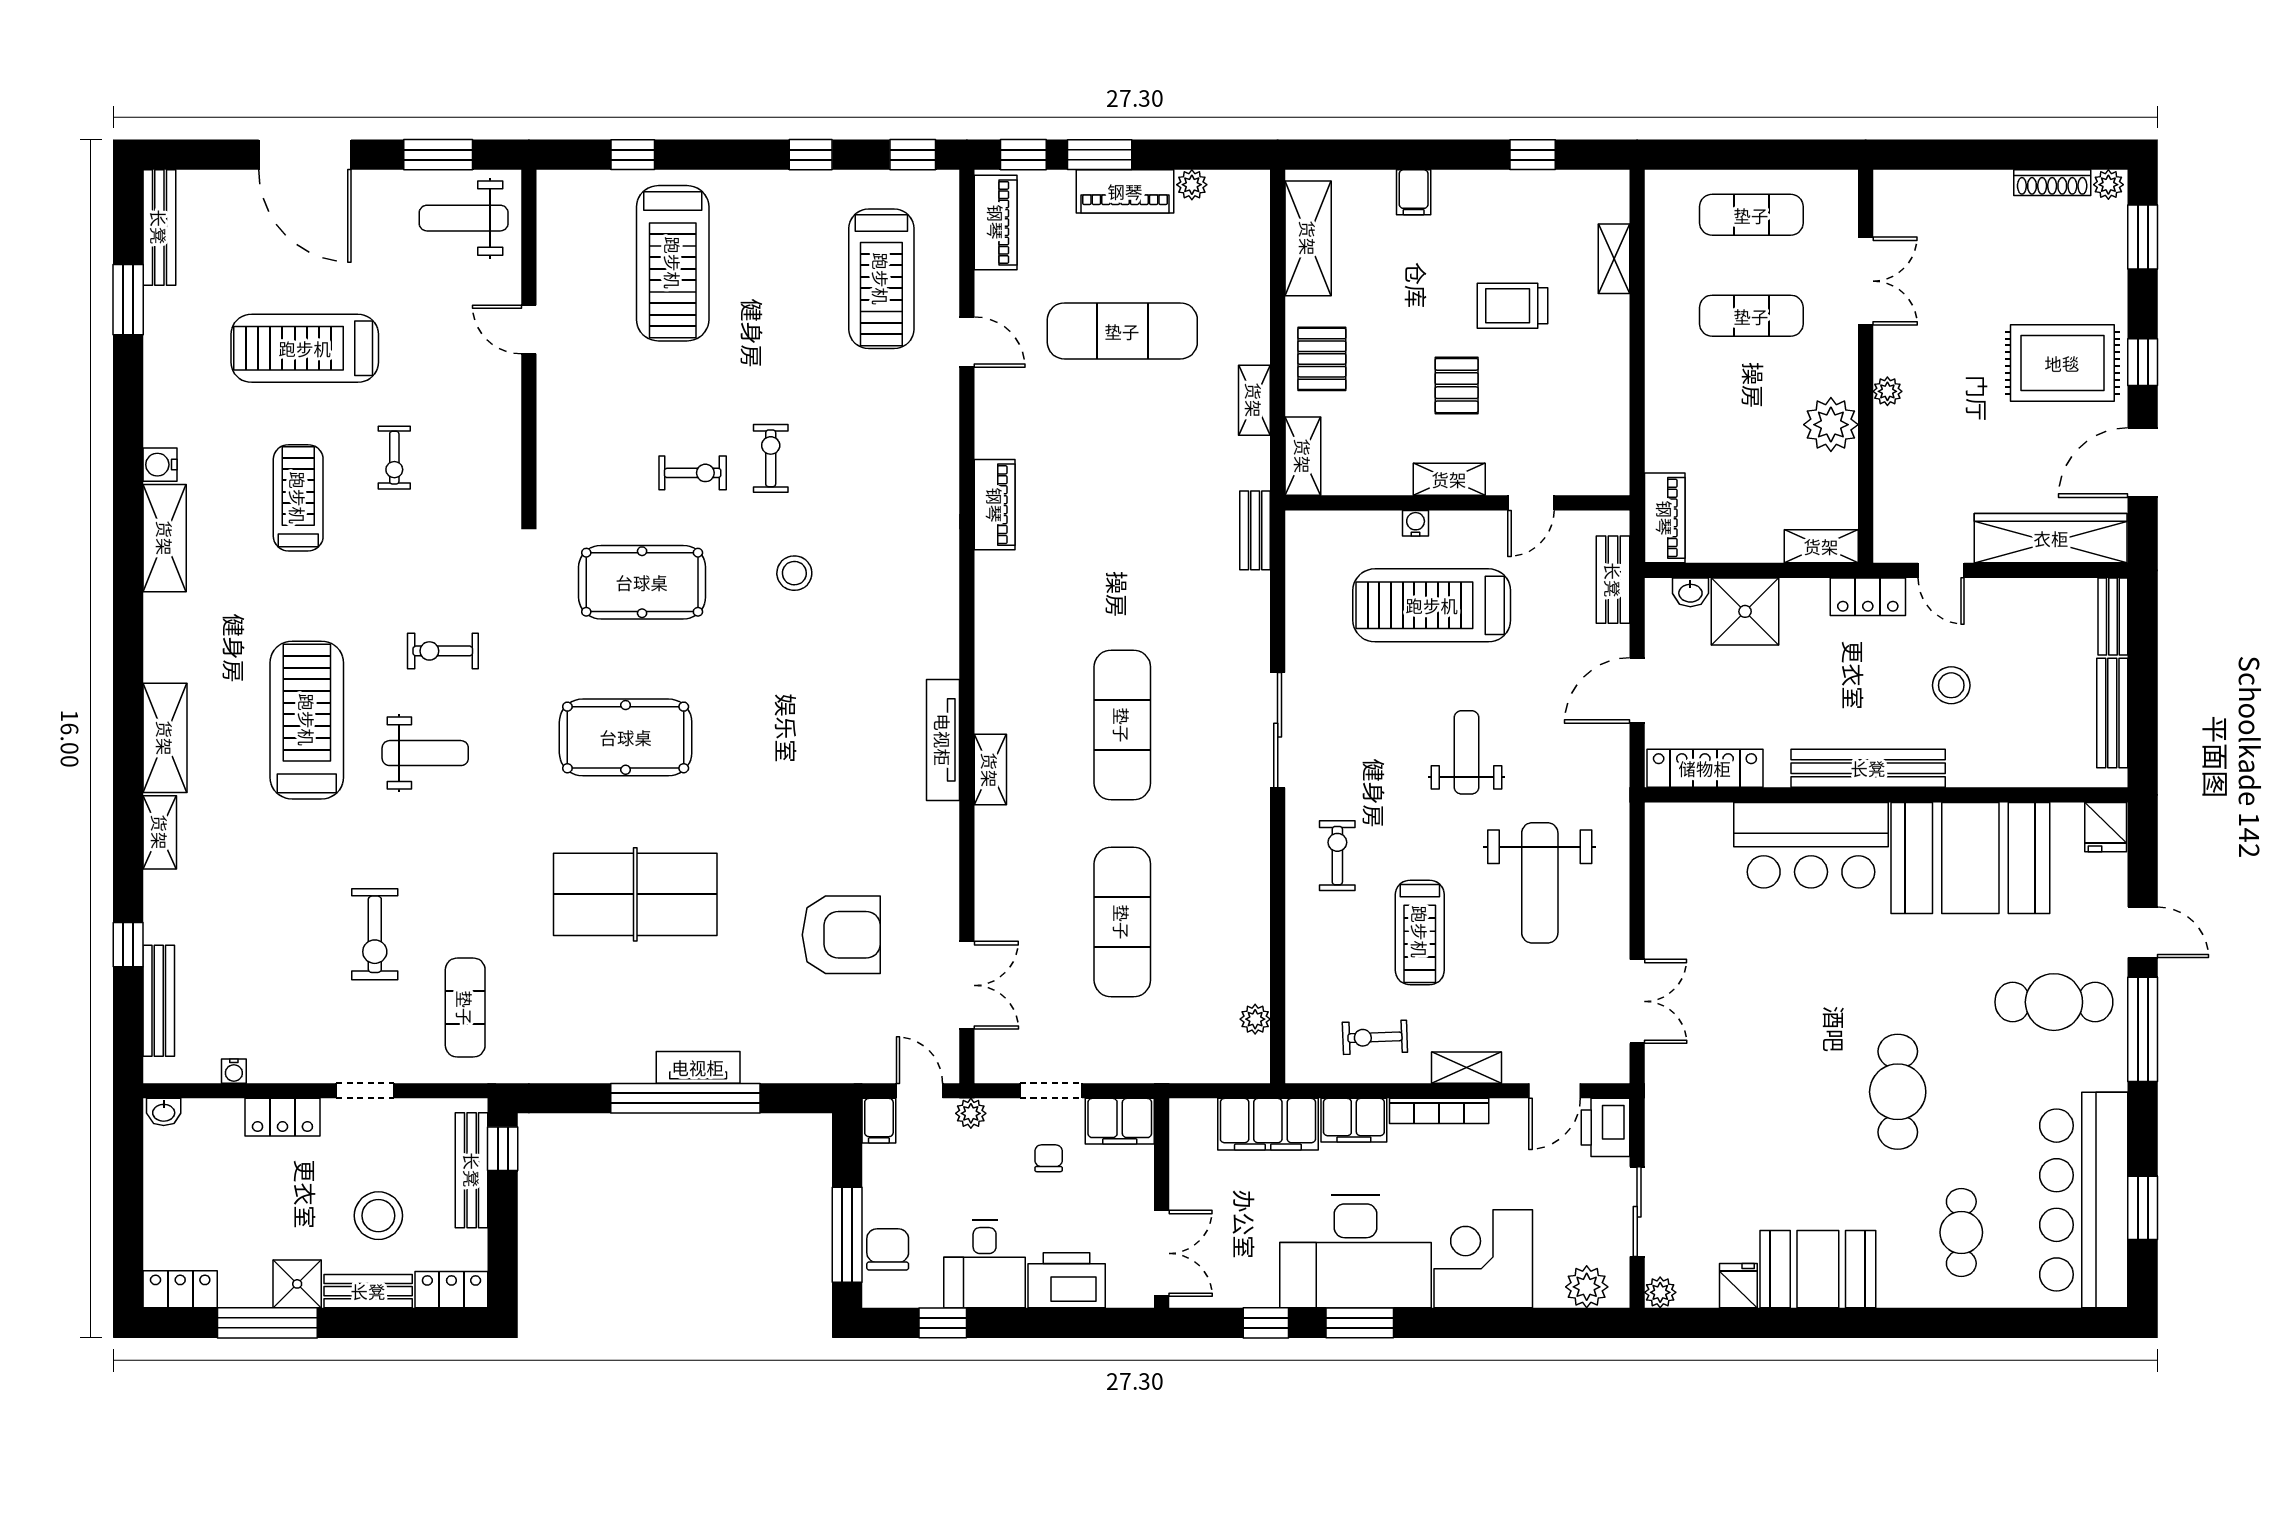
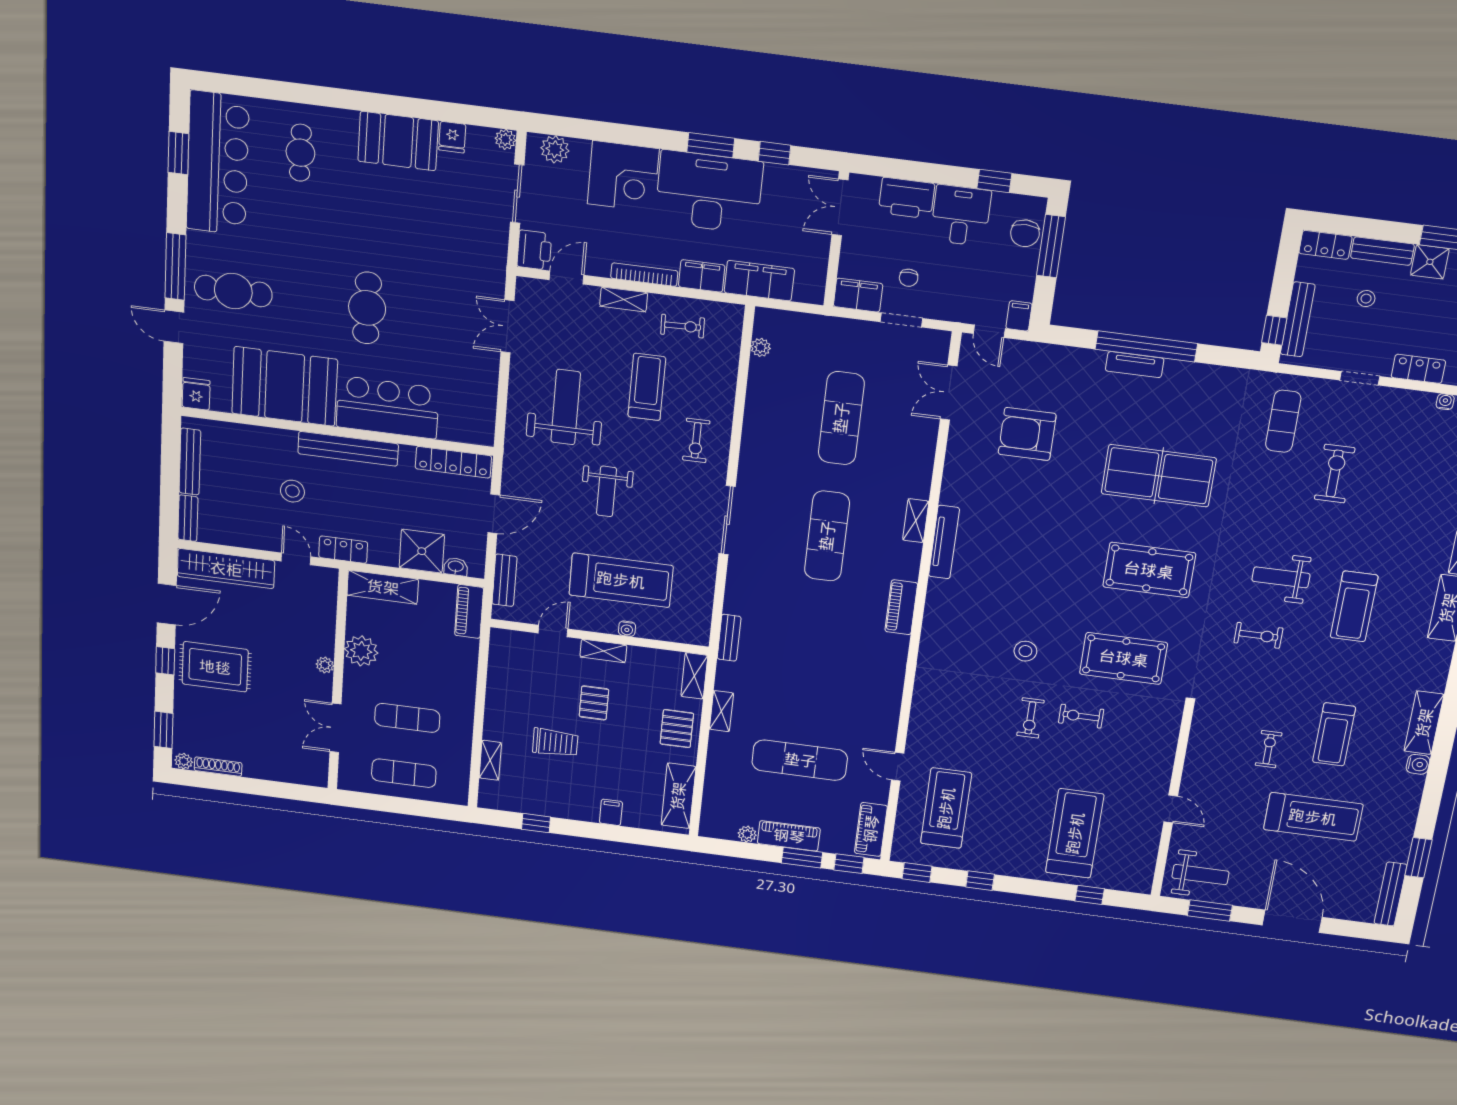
piano: (995, 505) -> (901, 607), moved
shelving: (1821, 546) -> (383, 587), width x1.50, depth x1.33
treadmill: (307, 720) -> (1354, 606), width x0.73, depth x0.73
cafe table: (1898, 1092) -> (367, 308), moved
plant: (971, 1113) -> (957, 313), removed
stool: (378, 1216) -> (1366, 299), width x0.53, depth x0.53

